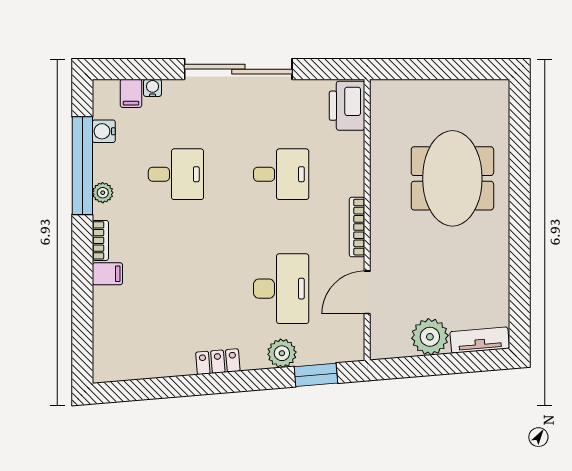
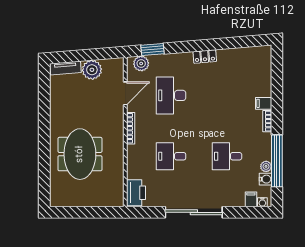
water cooler: (152, 88) -> (262, 202), moved
plant: (103, 193) -> (266, 166), moved
plant: (282, 353) -> (141, 64), moved

